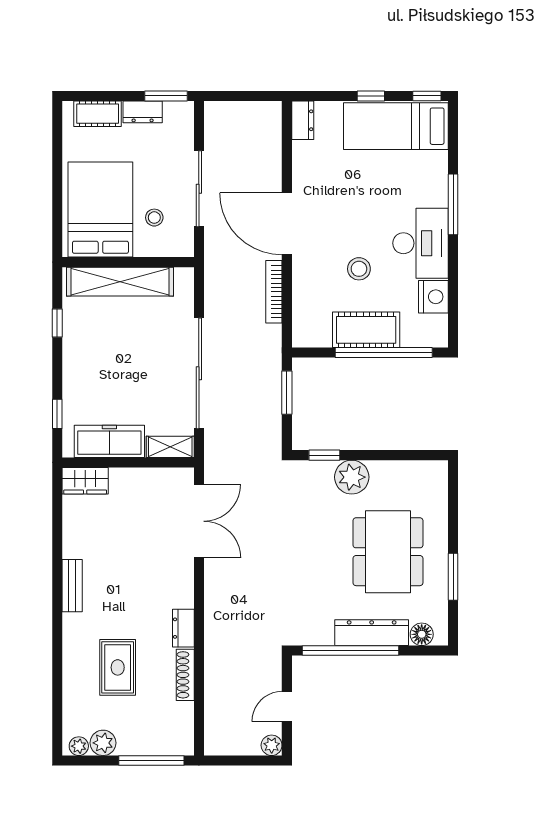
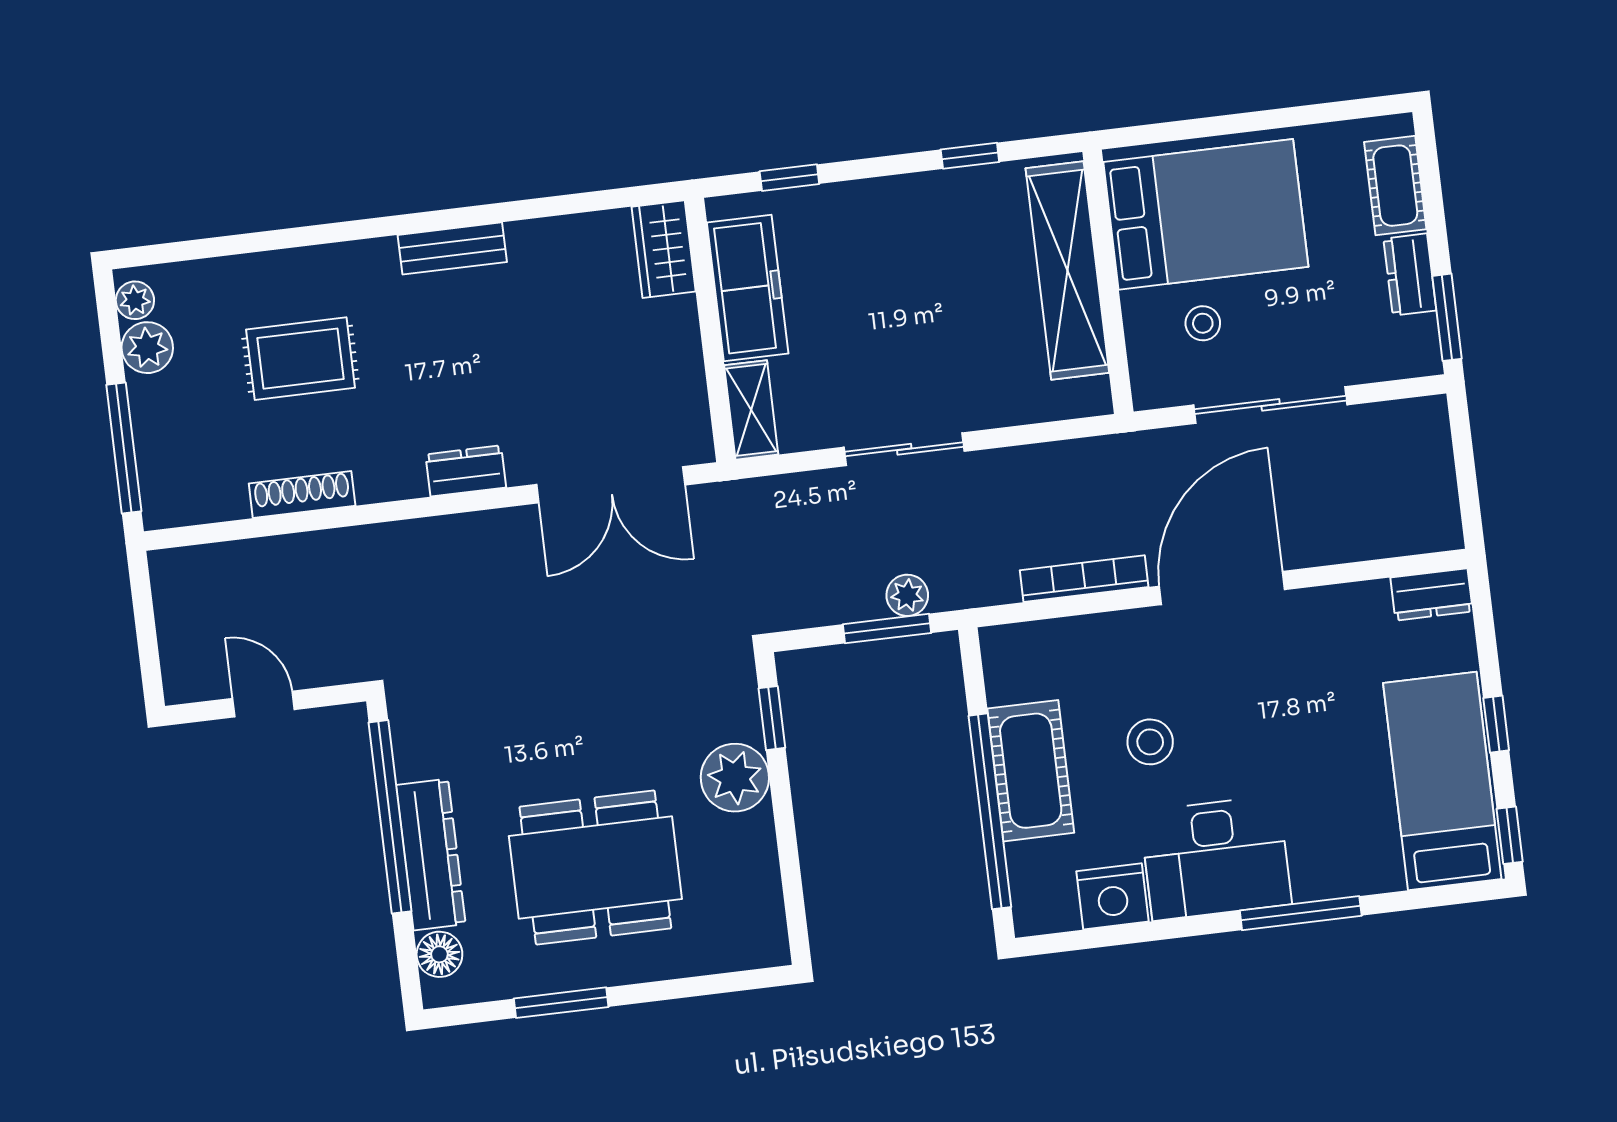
sliding door: (199, 373) -> (904, 449), width x0.54
dresser: (183, 628) -> (466, 471), moved
plant: (272, 745) -> (907, 595), moved

